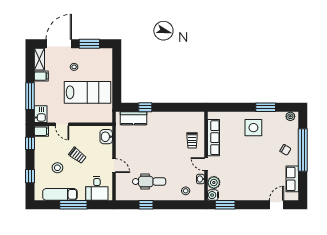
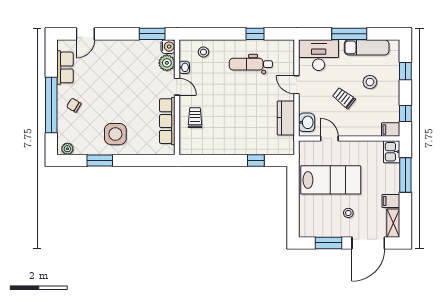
lab bench: (88, 92) -> (331, 180), turned 180
kitchen counter: (134, 118) -> (286, 118), moved, turned -90
door: (62, 124) -> (329, 138), moved
desk: (97, 188) -> (319, 55), width x1.37

